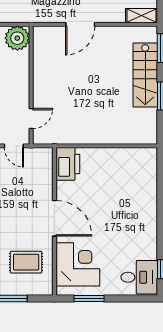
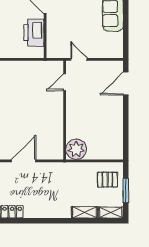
printer: (68, 164) -> (34, 33), moved

